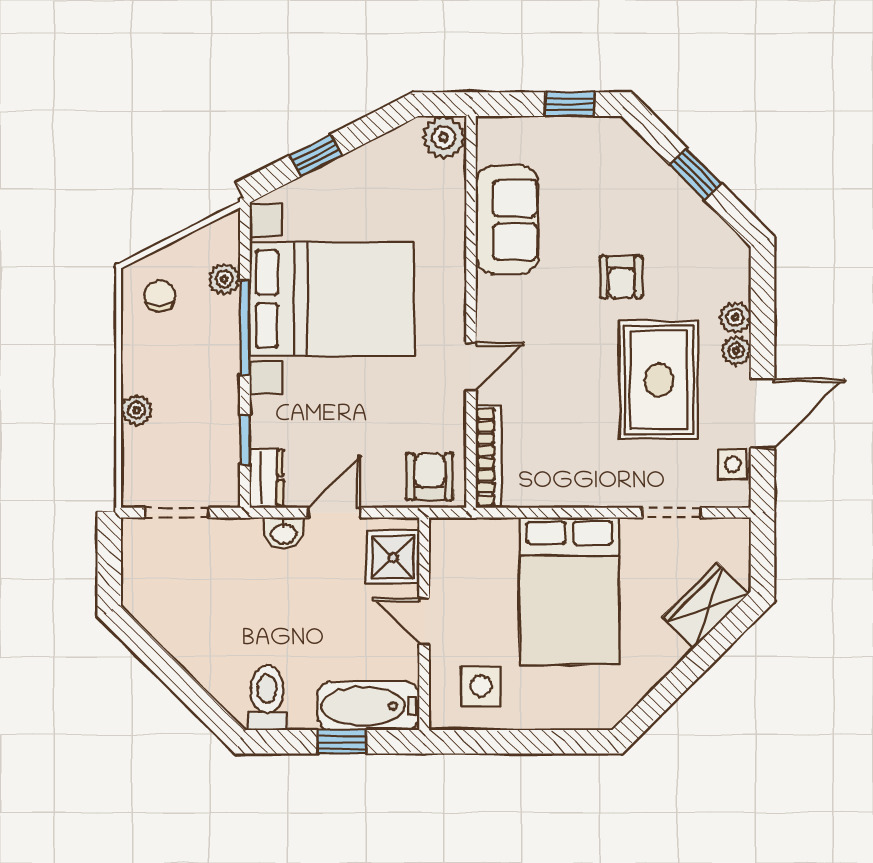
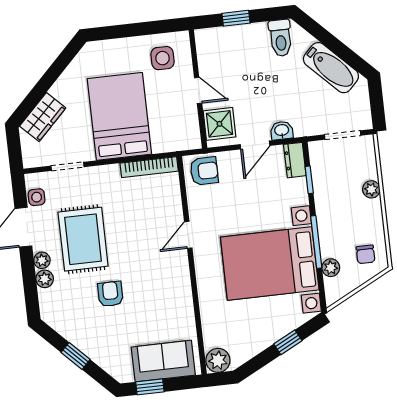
sofa: (507, 220) -> (163, 361), moved, turned 90
bookcase: (489, 457) -> (149, 167), moved, turned -90
armchair: (430, 477) -> (204, 171), turned -90
bathtub: (368, 706) -> (331, 68), moved, turned 45

